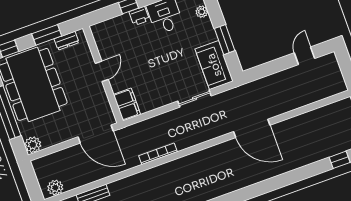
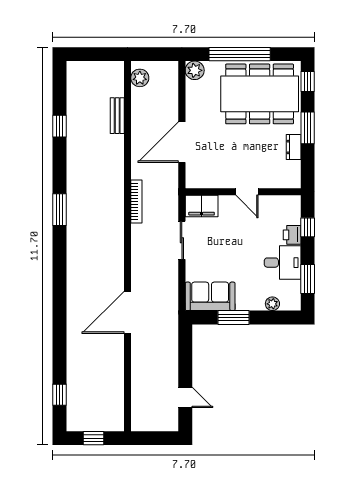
door: (102, 71) -> (247, 192), moved
wall: (103, 75) -> (243, 192), moved
sliding door: (195, 98) -> (182, 240), moved
filing cabinet: (127, 104) -> (202, 206), moved

